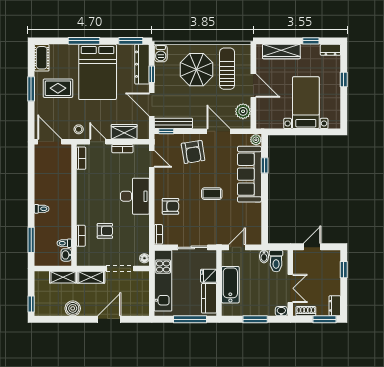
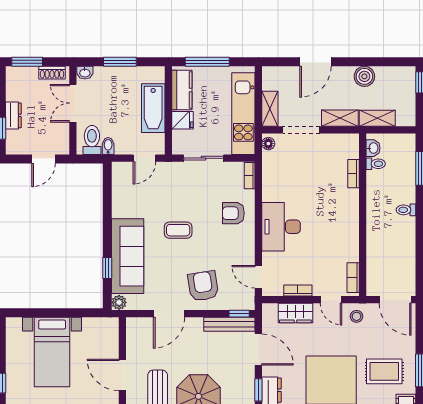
plant: (243, 111) -> (136, 340), removed
door: (219, 131) -> (169, 314), hinge flipped
armchair: (105, 231) -> (321, 180), removed
shelving: (143, 284) -> (270, 109), added
dresser: (335, 306) -> (13, 115), moved

